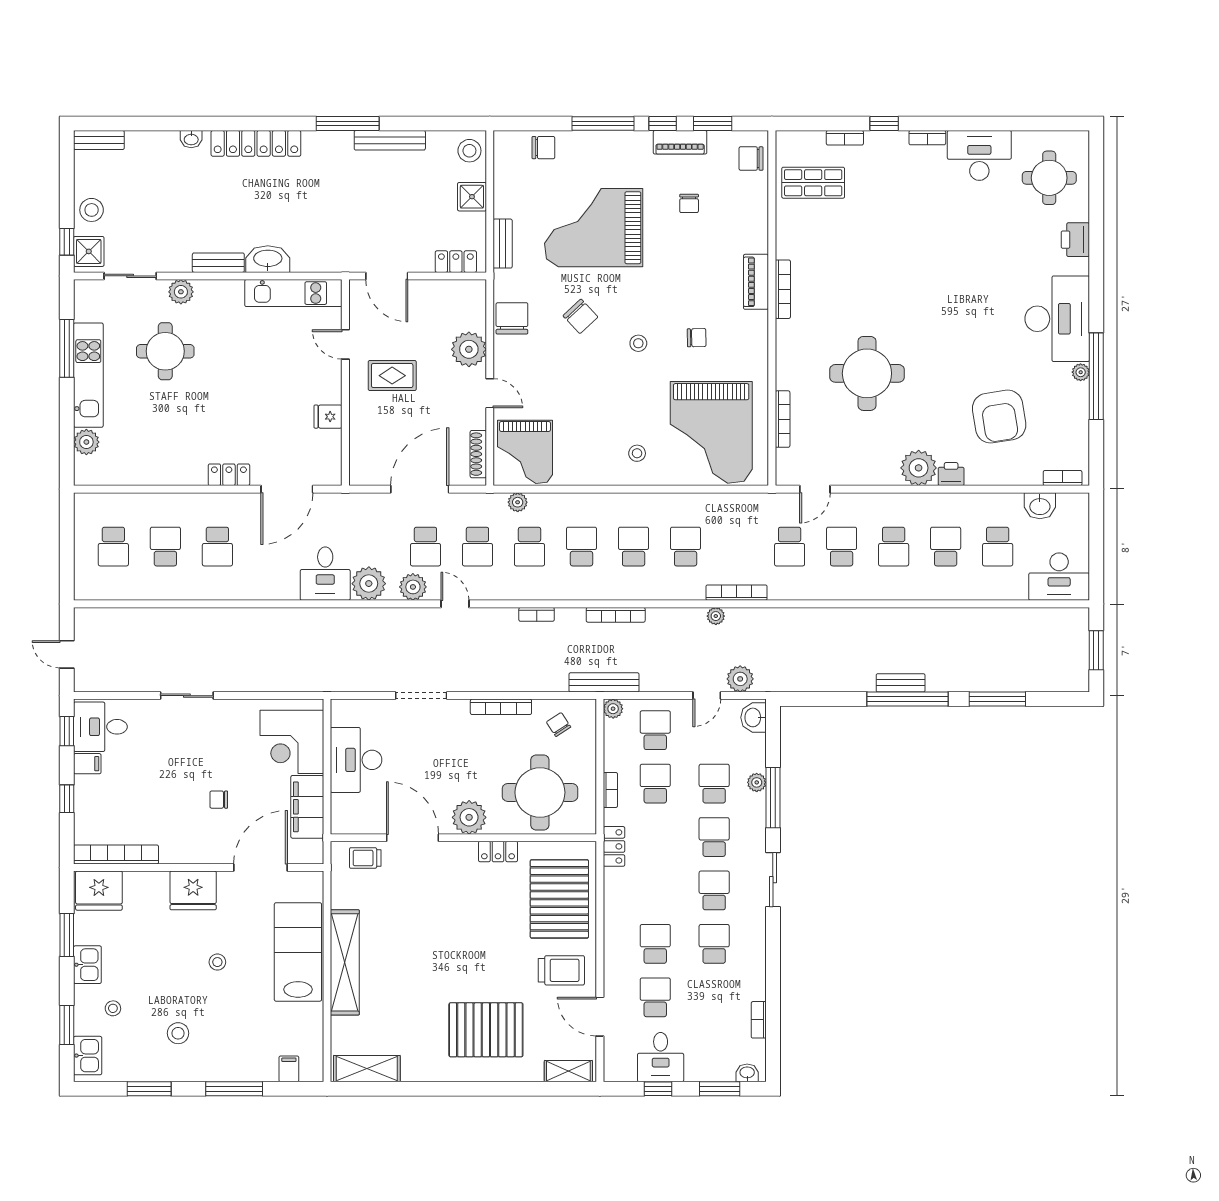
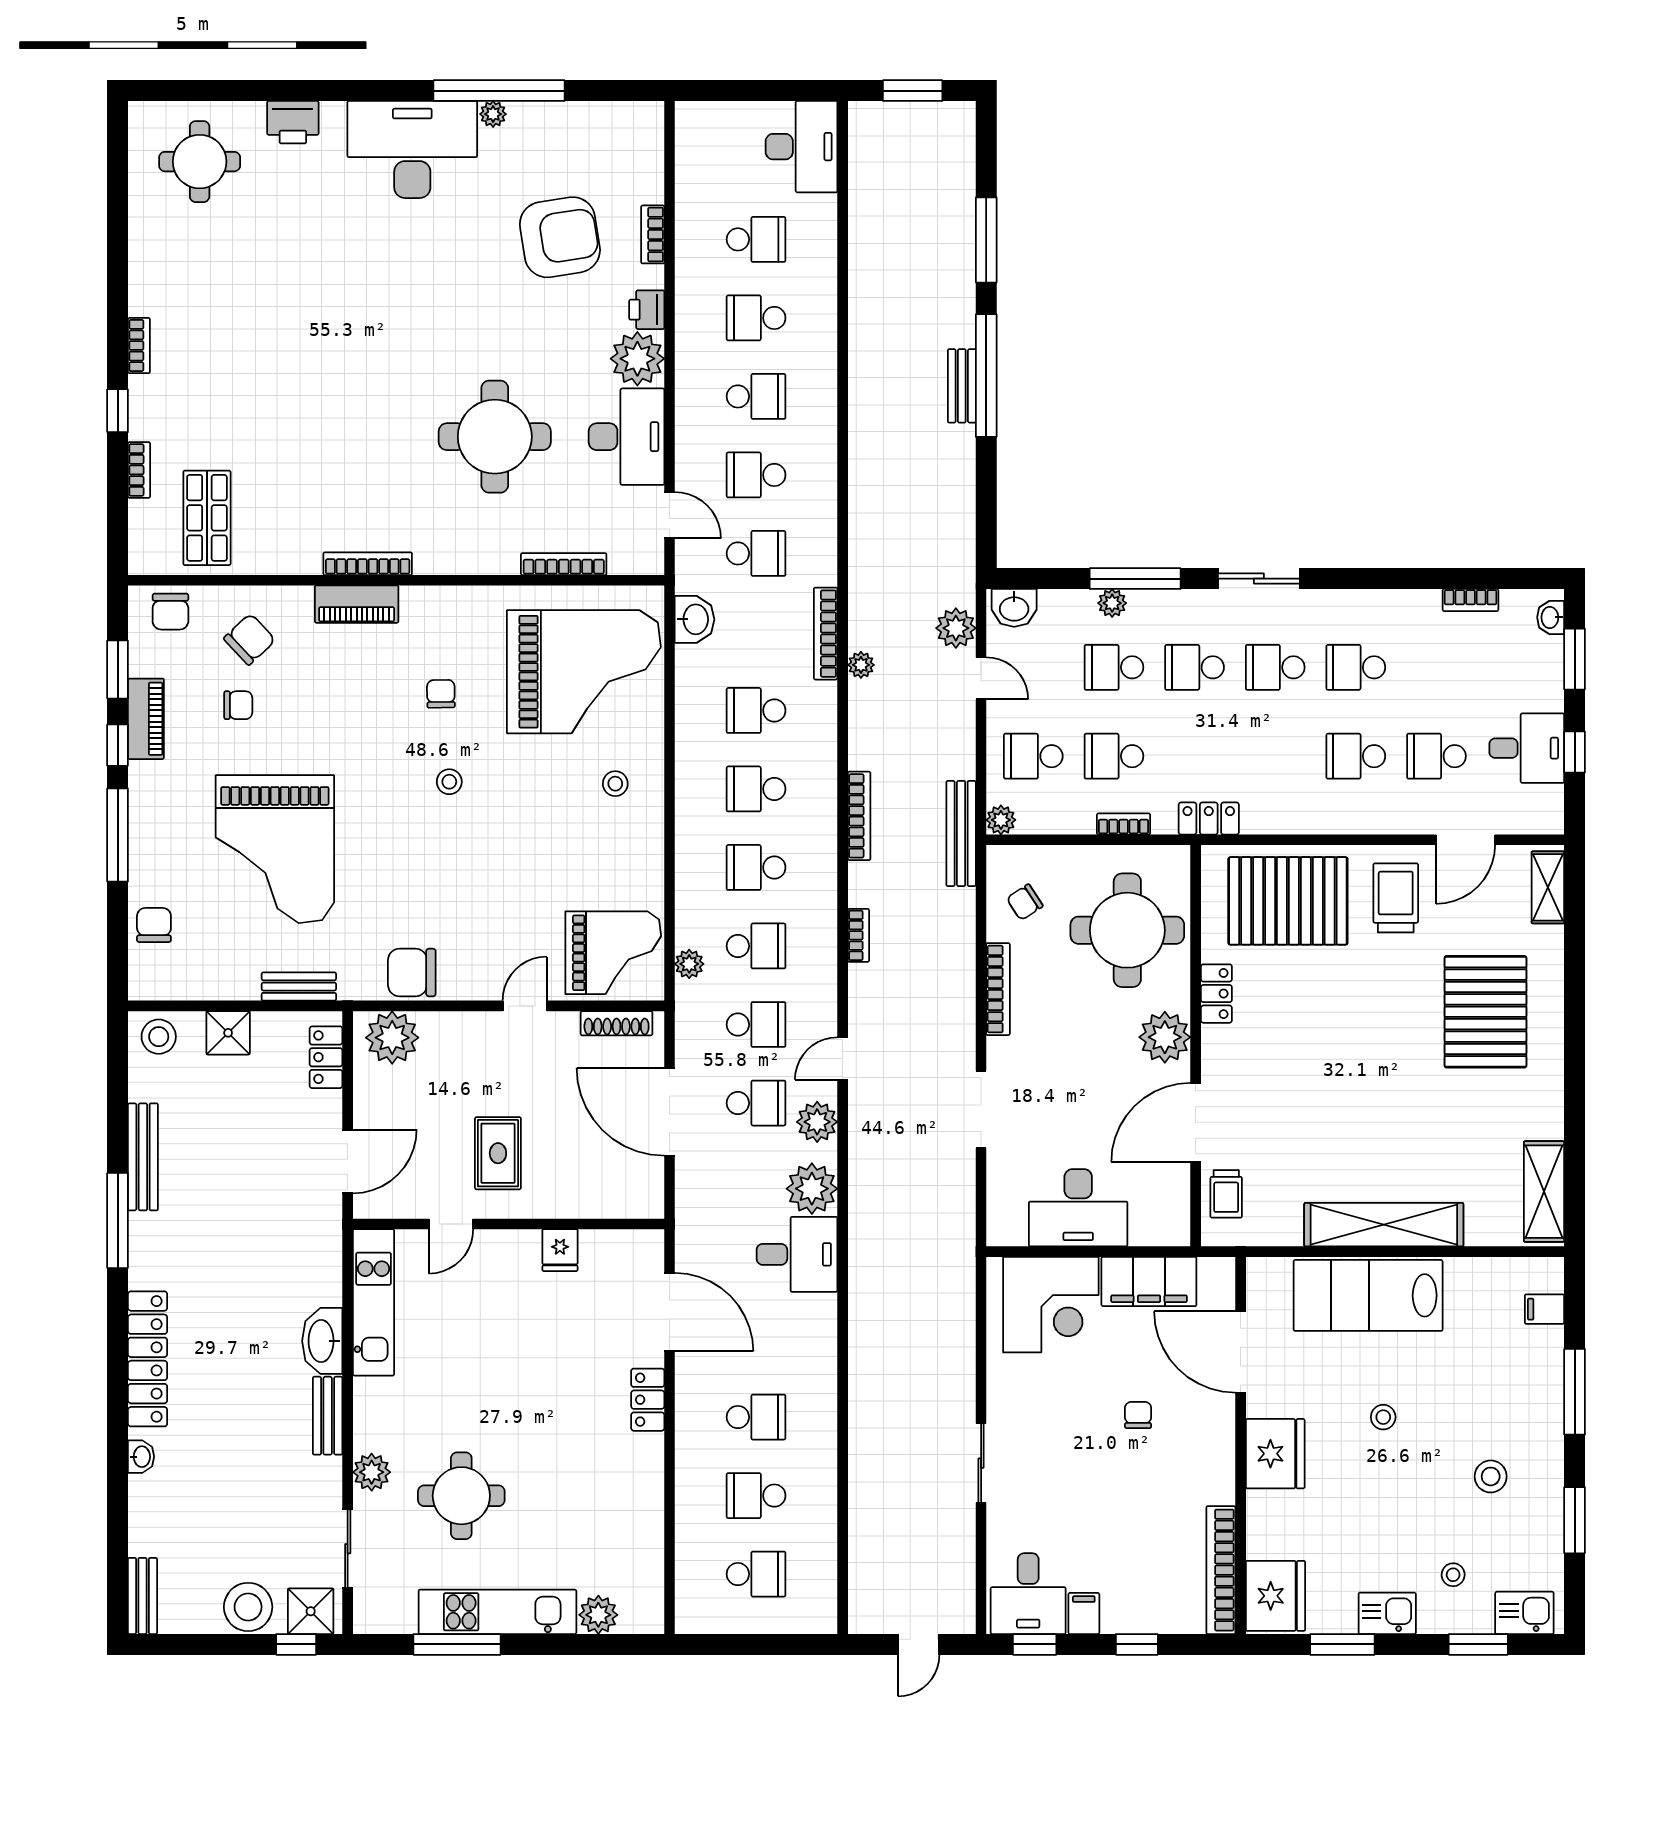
desk: (979, 155) -> (627, 437), moved, turned 180
stool: (92, 210) -> (248, 1607), width x1.38, depth x1.38
chair: (580, 316) -> (250, 639), moved
plant: (469, 349) -> (392, 1038), moved
bookcase: (1063, 478) -> (653, 234), moved
washbasin: (1040, 506) -> (695, 619), moved
chair: (219, 800) -> (1138, 1415), turned 180

